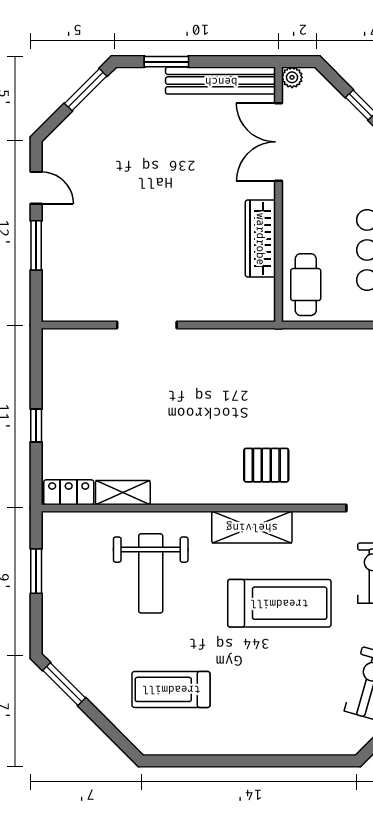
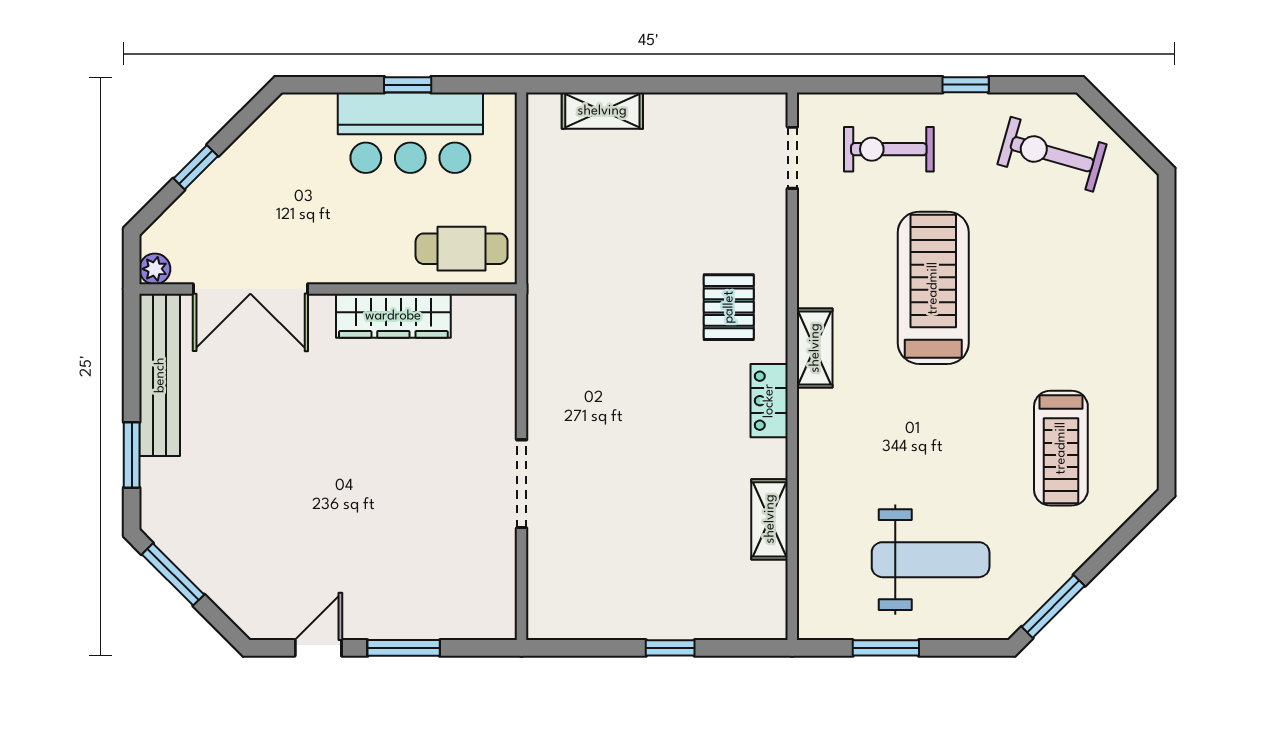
locker: (69, 492) -> (769, 401), moved
shelving: (252, 527) -> (815, 348), width x0.67, depth x0.75
weight bench: (151, 573) -> (931, 560), moved

